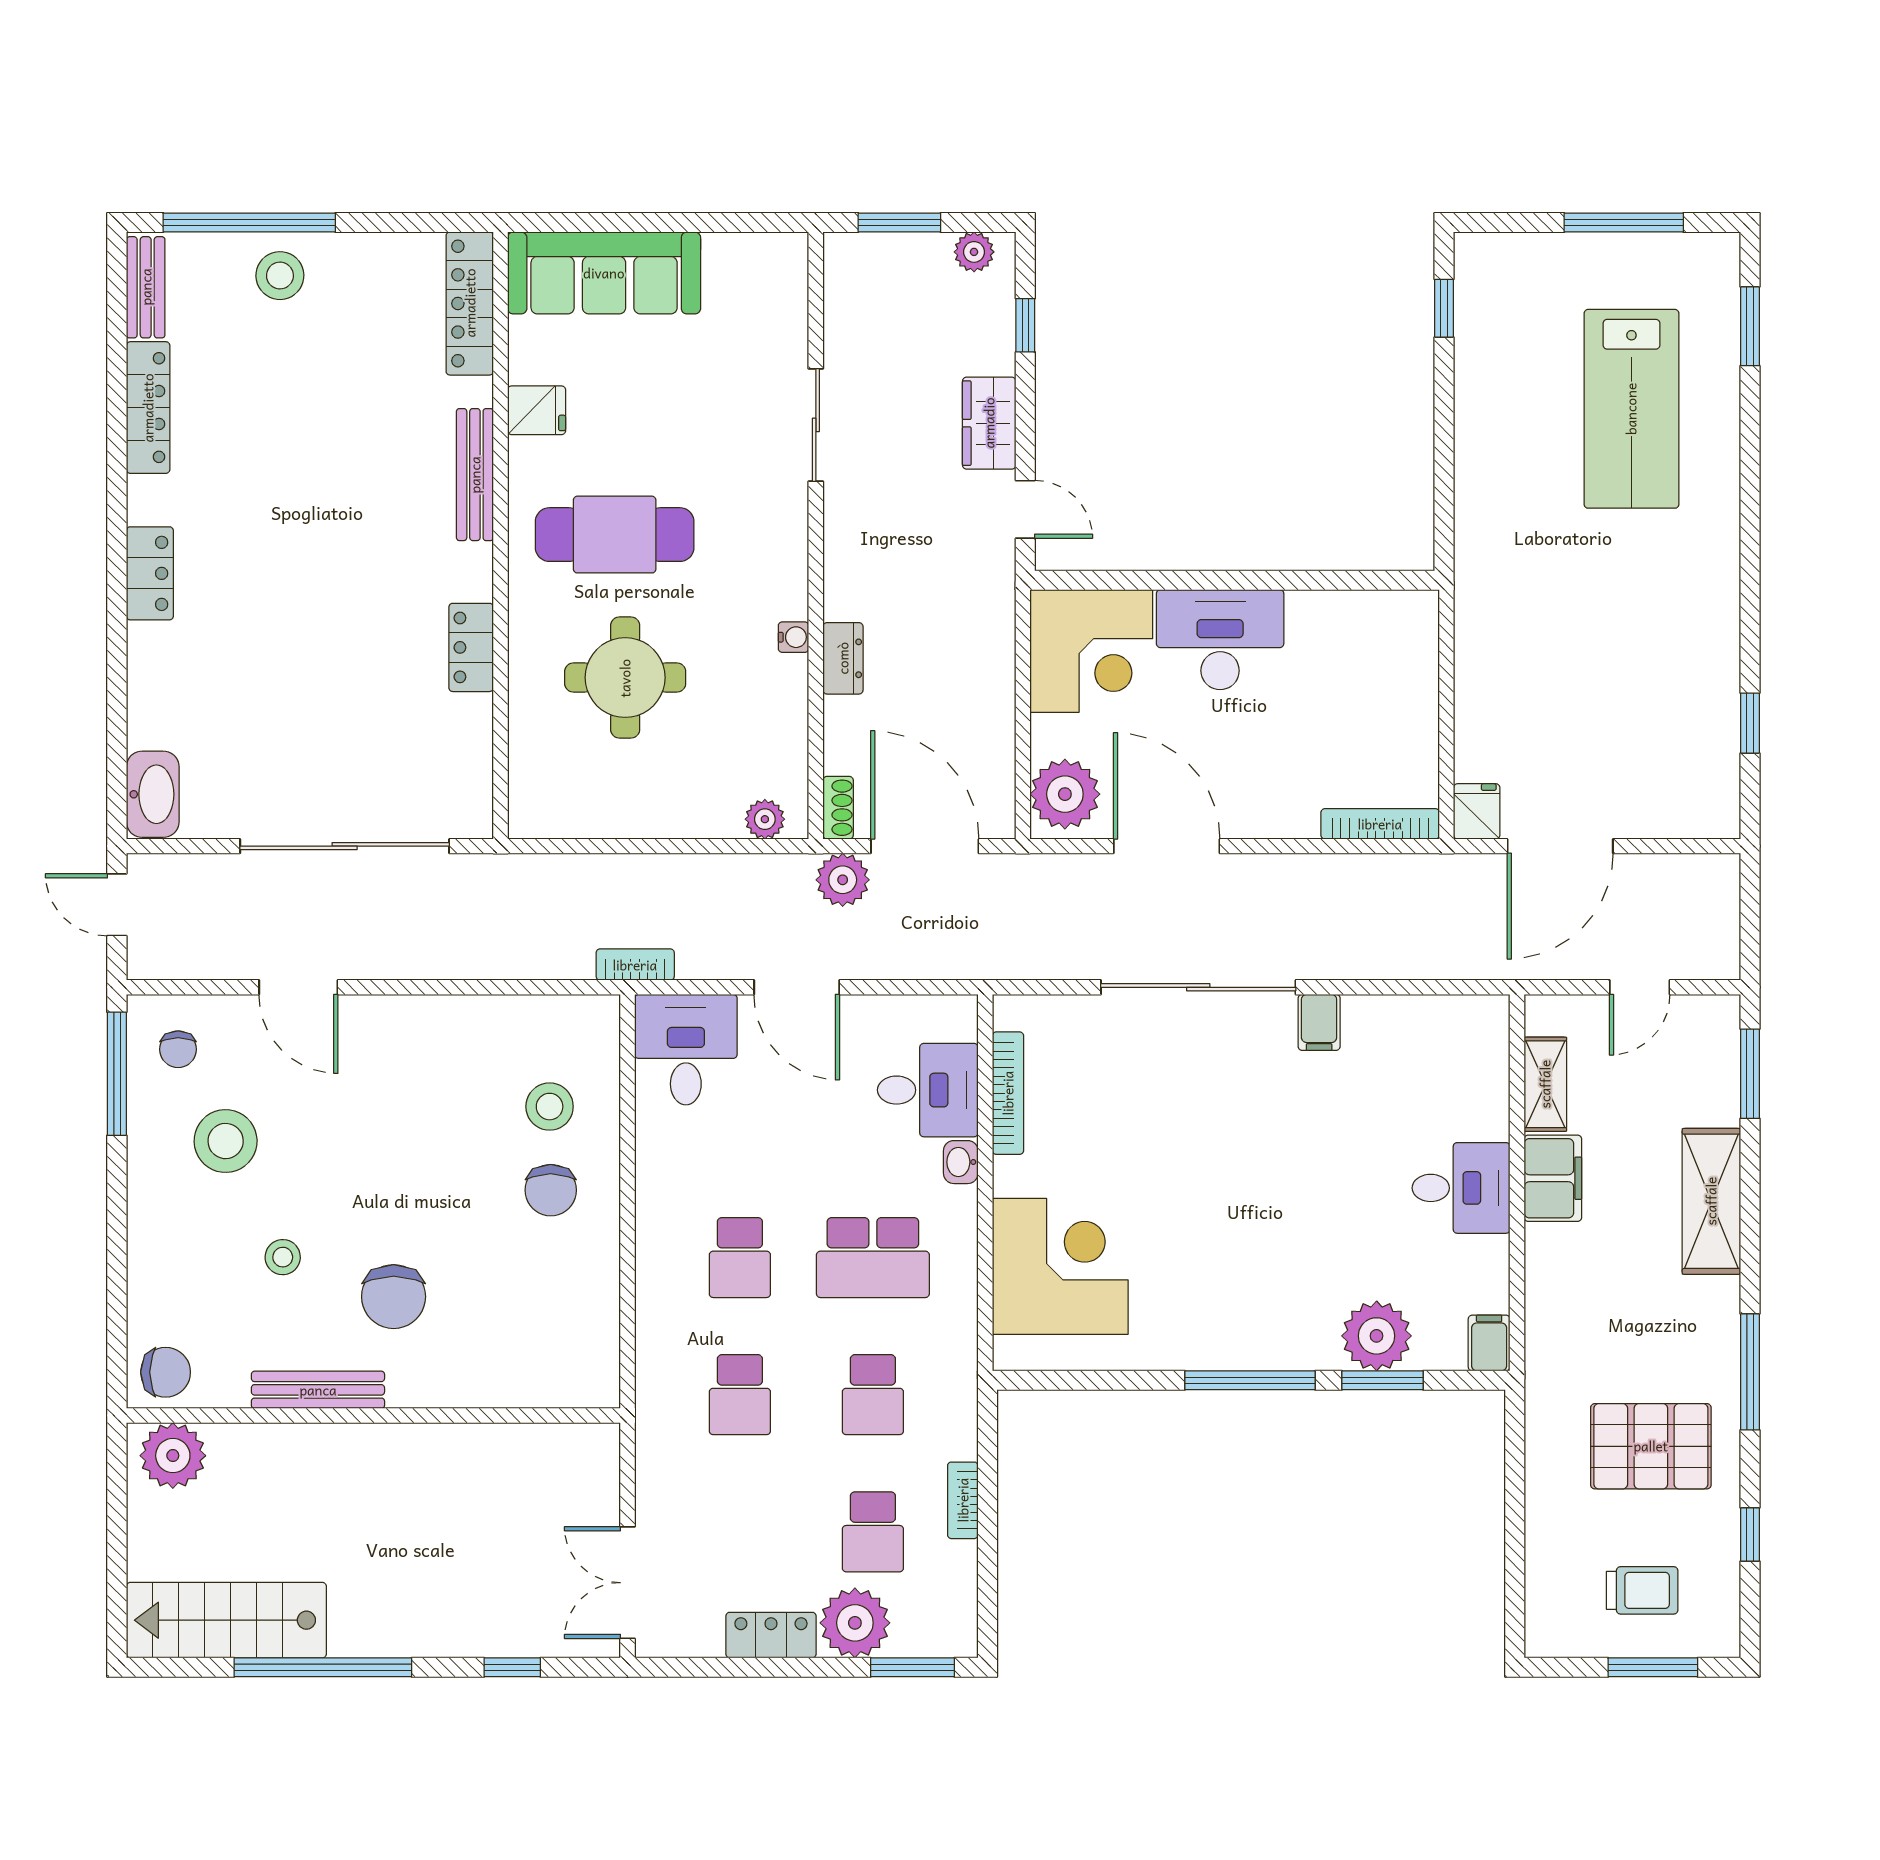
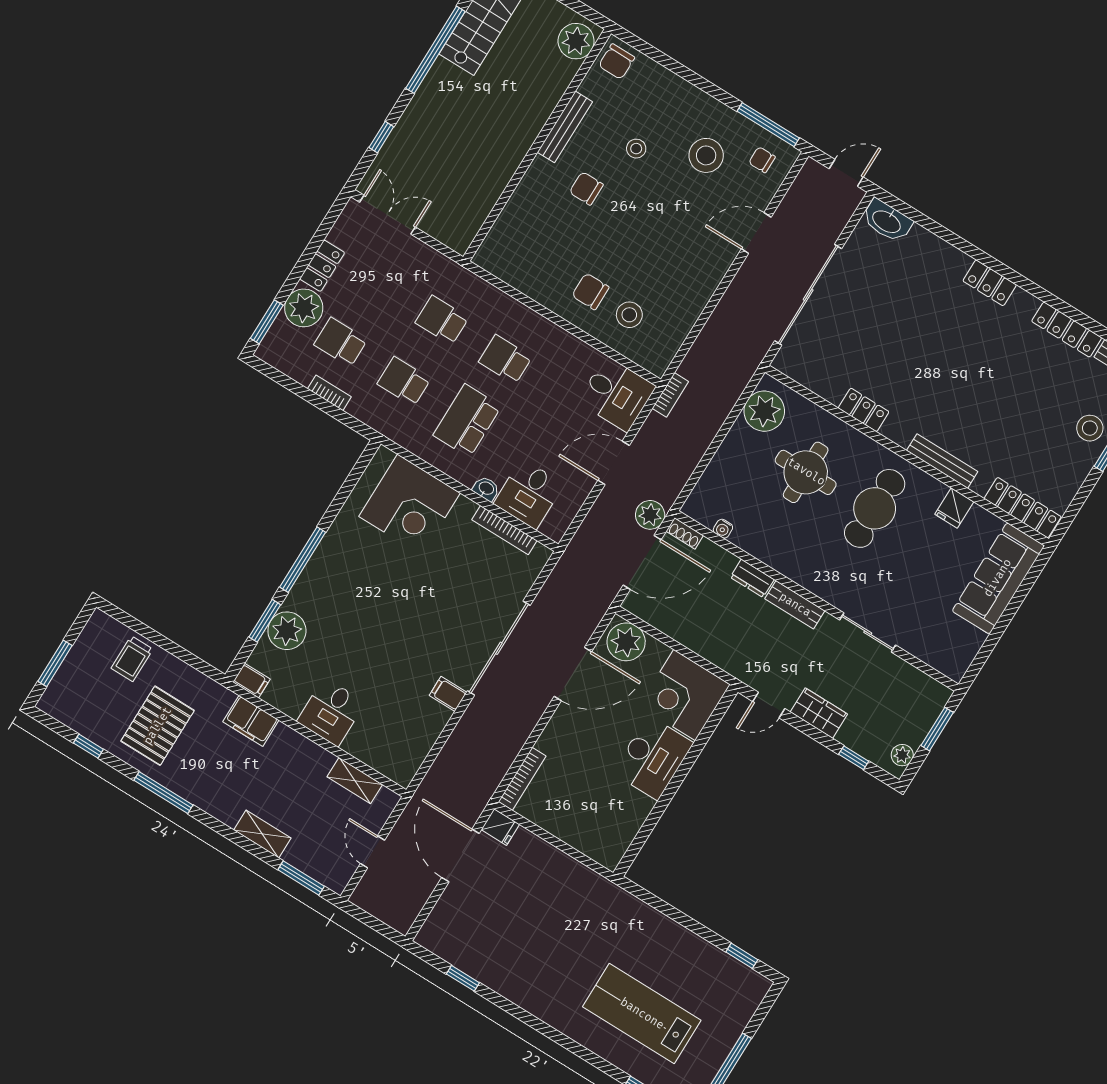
bench: (843, 566) -> (795, 605), added
water cooler: (794, 637) -> (723, 529), moved
plant: (765, 819) -> (764, 411), moved, width x1.87, depth x1.87
filing cabinet: (1553, 1178) -> (251, 721), moved
shelving: (1711, 1201) -> (262, 834), width x0.67, depth x0.75
chair: (394, 1297) -> (586, 188), width x0.73, depth x0.73
trolley: (1642, 1590) -> (132, 659), moved

